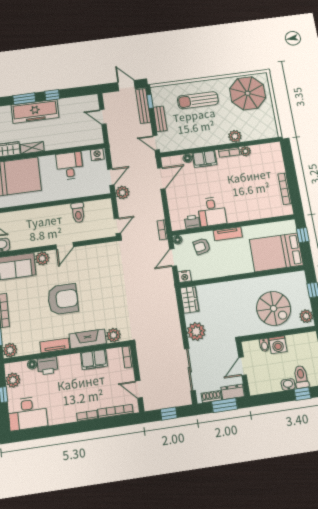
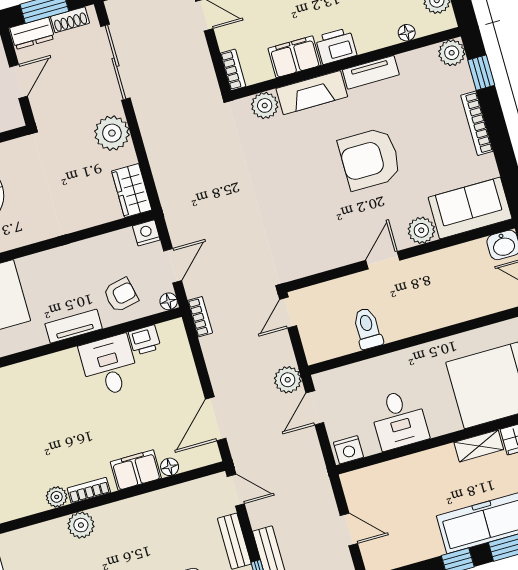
printer: (48, 366) -> (336, 46), moved

